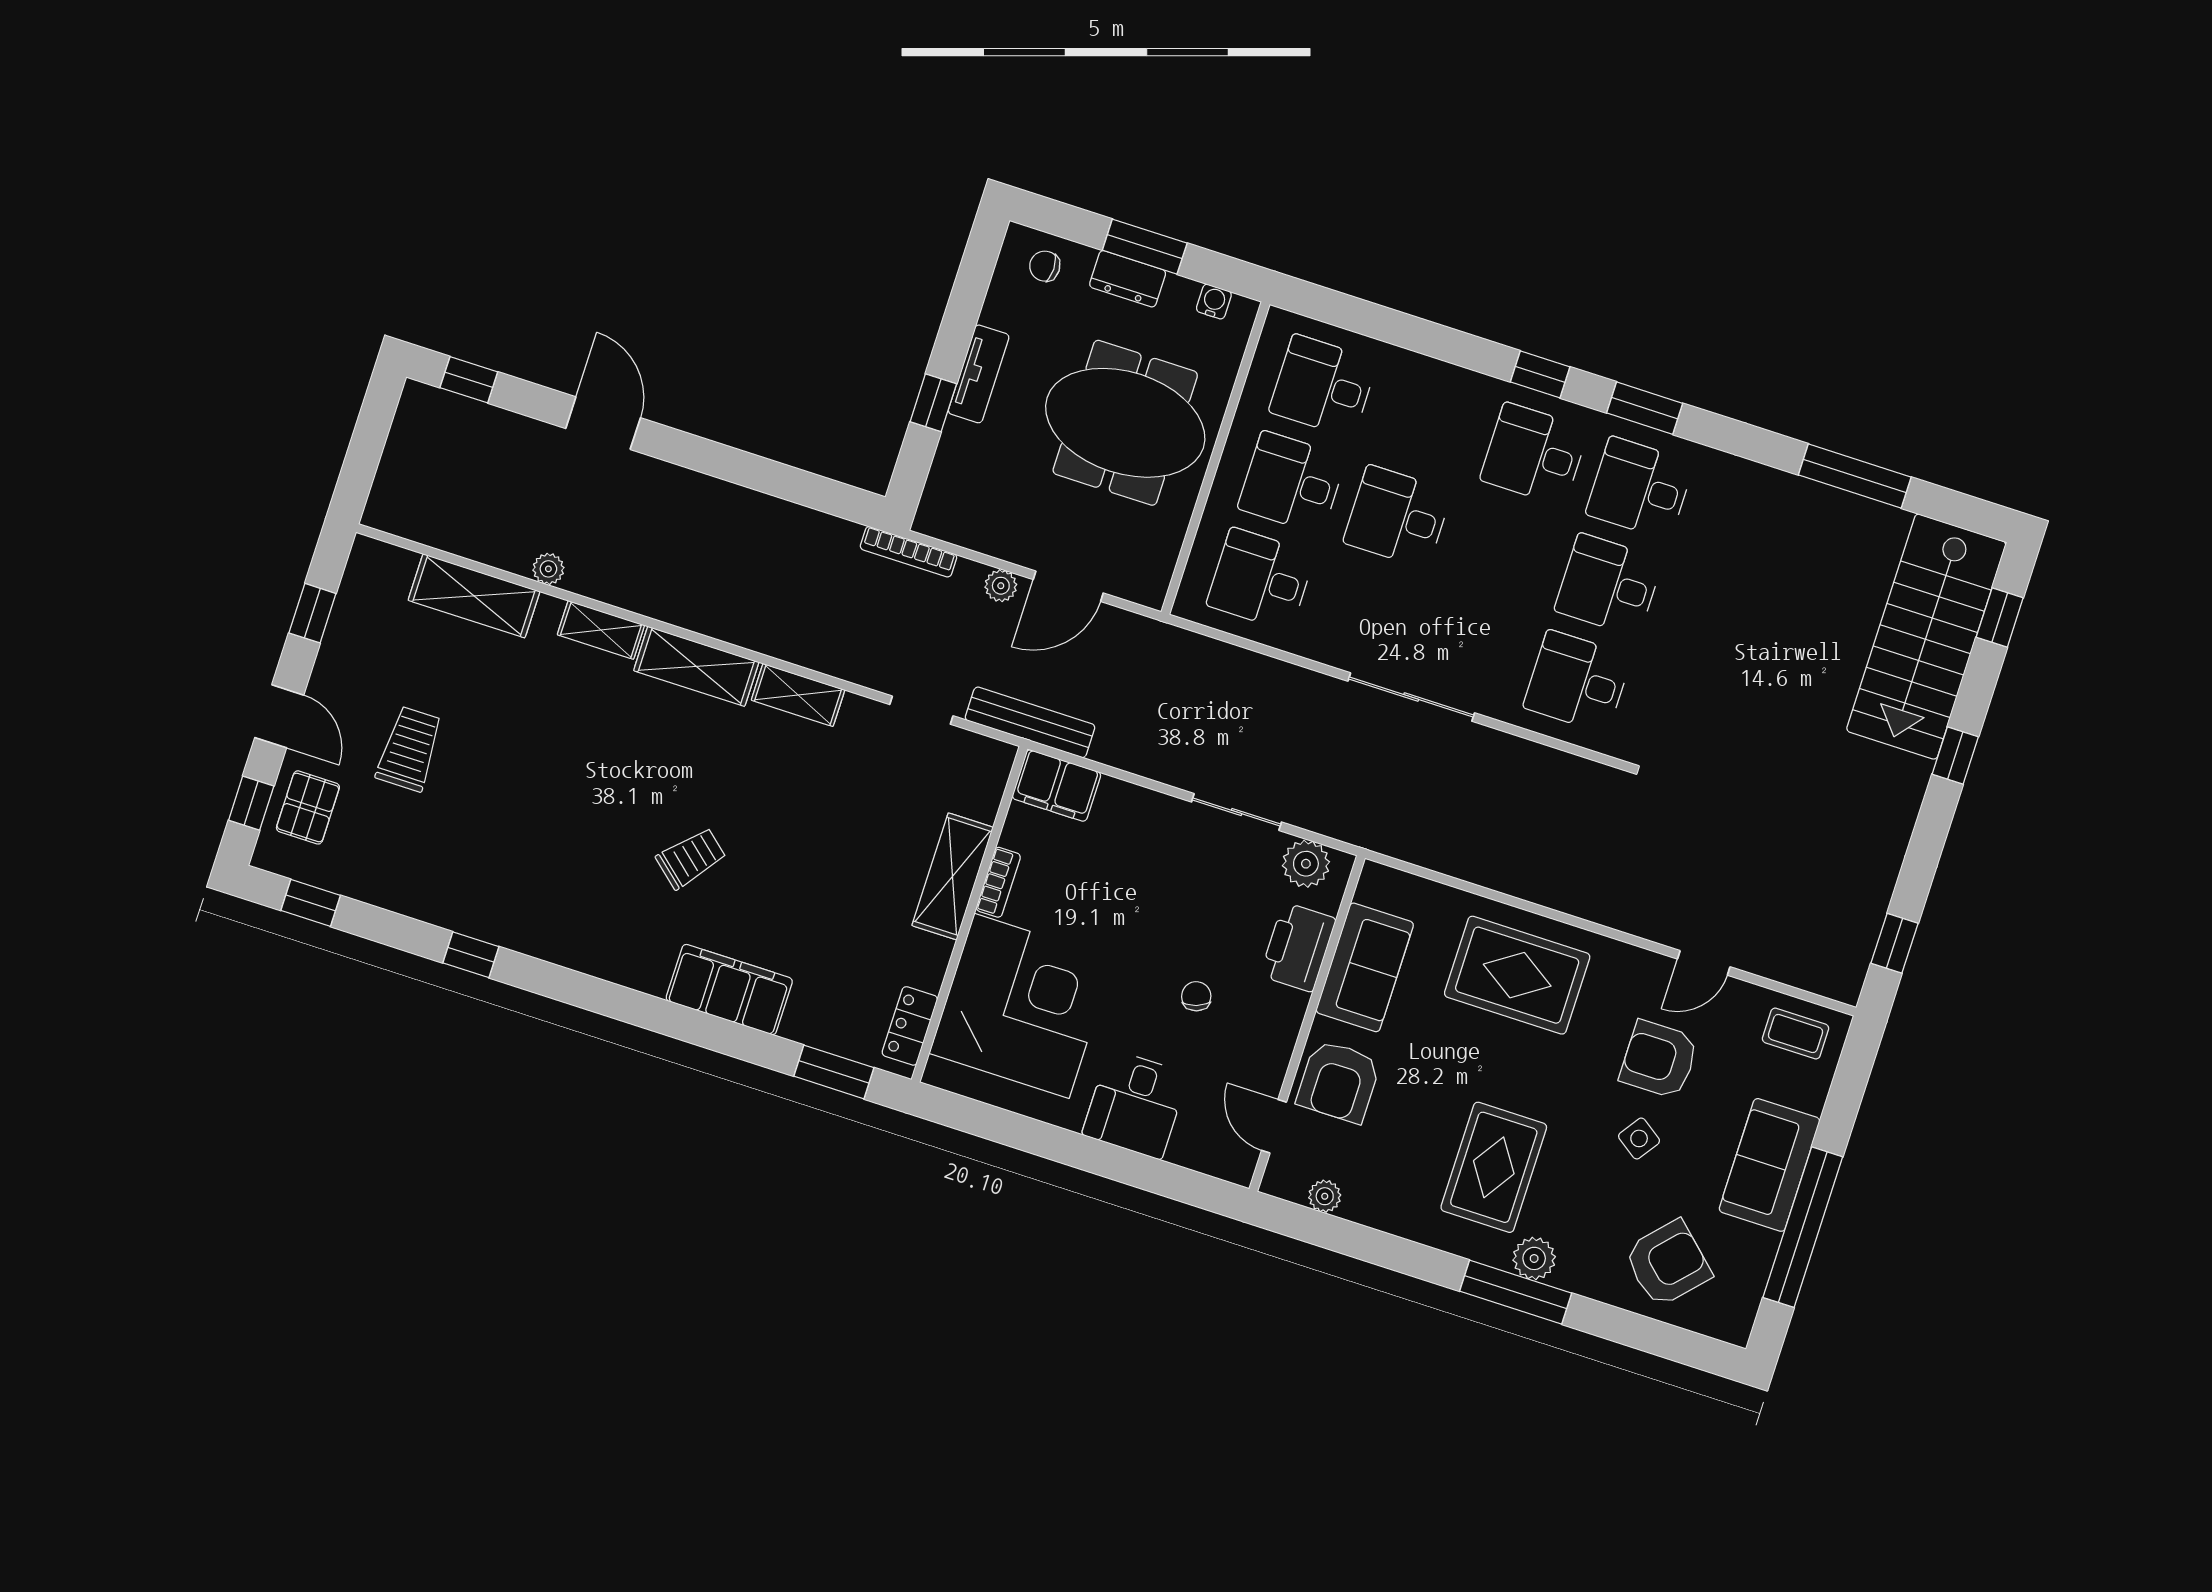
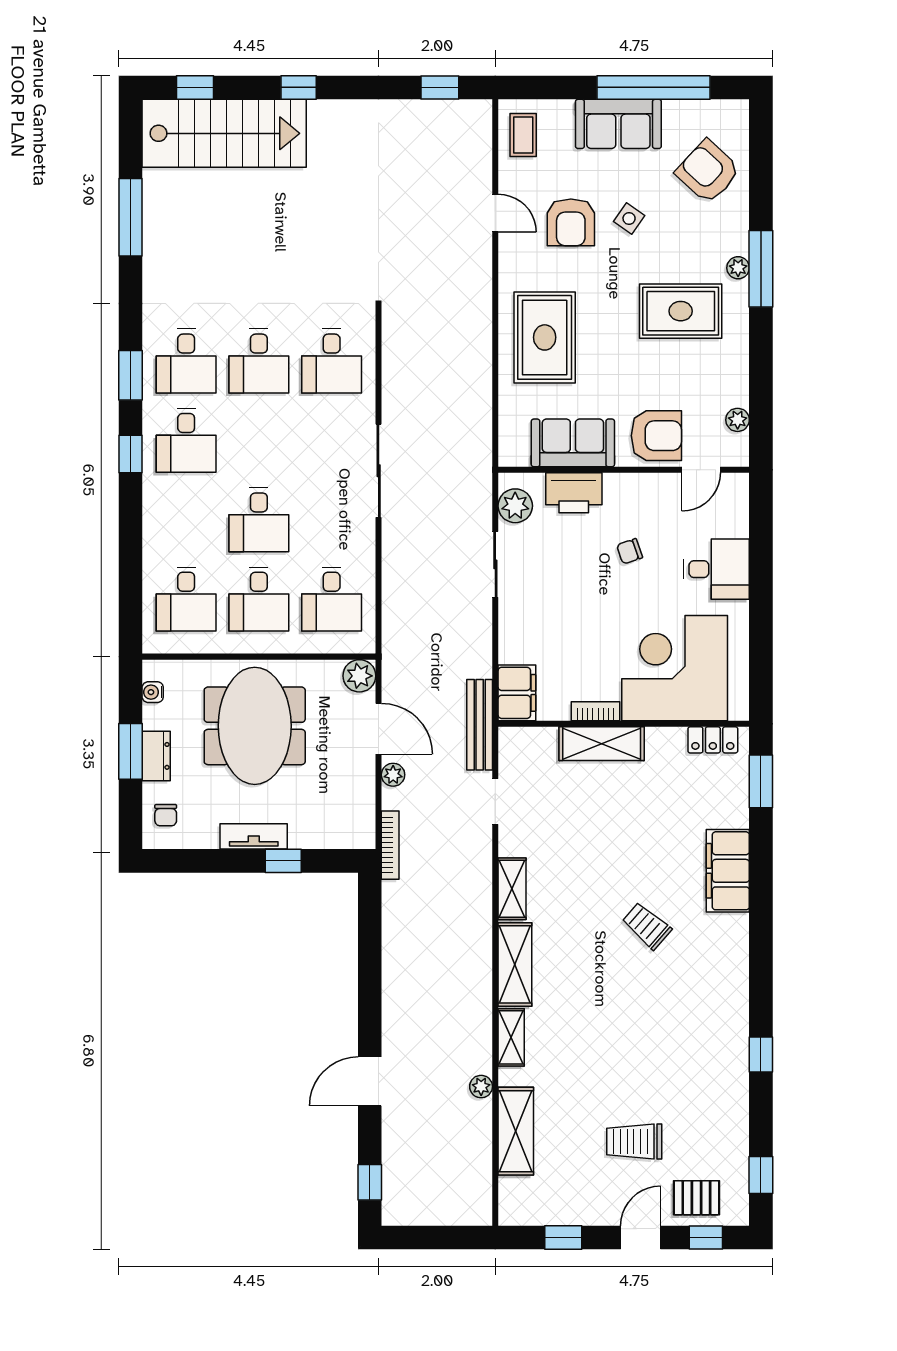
plant: (1147, 583) -> (359, 676), added
plant: (1534, 1258) -> (738, 268), width x0.73, depth x0.73

